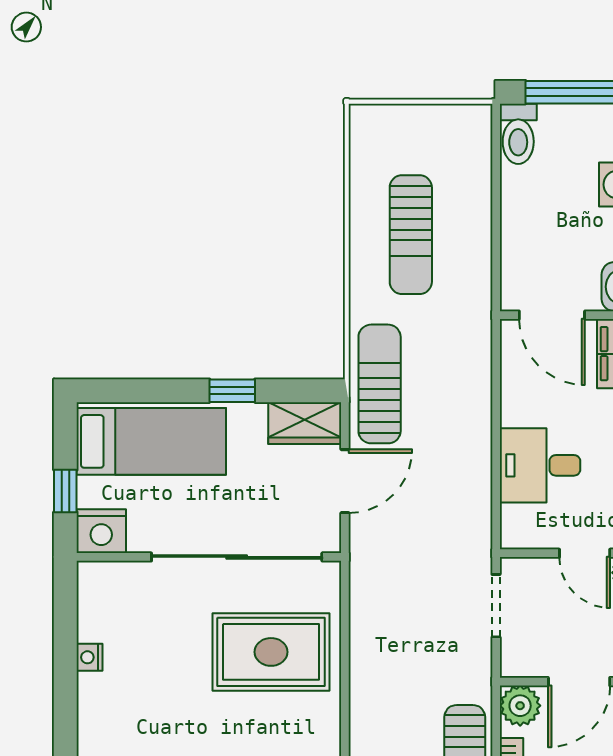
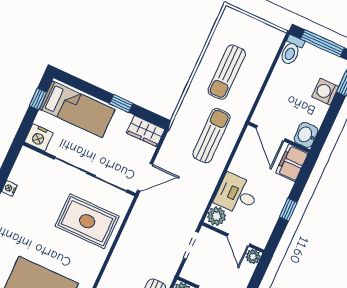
sun lounger: (380, 384) -> (211, 136), moved
door: (345, 481) -> (145, 177), moved
window: (65, 491) -> (38, 99), moved
plant: (520, 526) -> (217, 216), added

